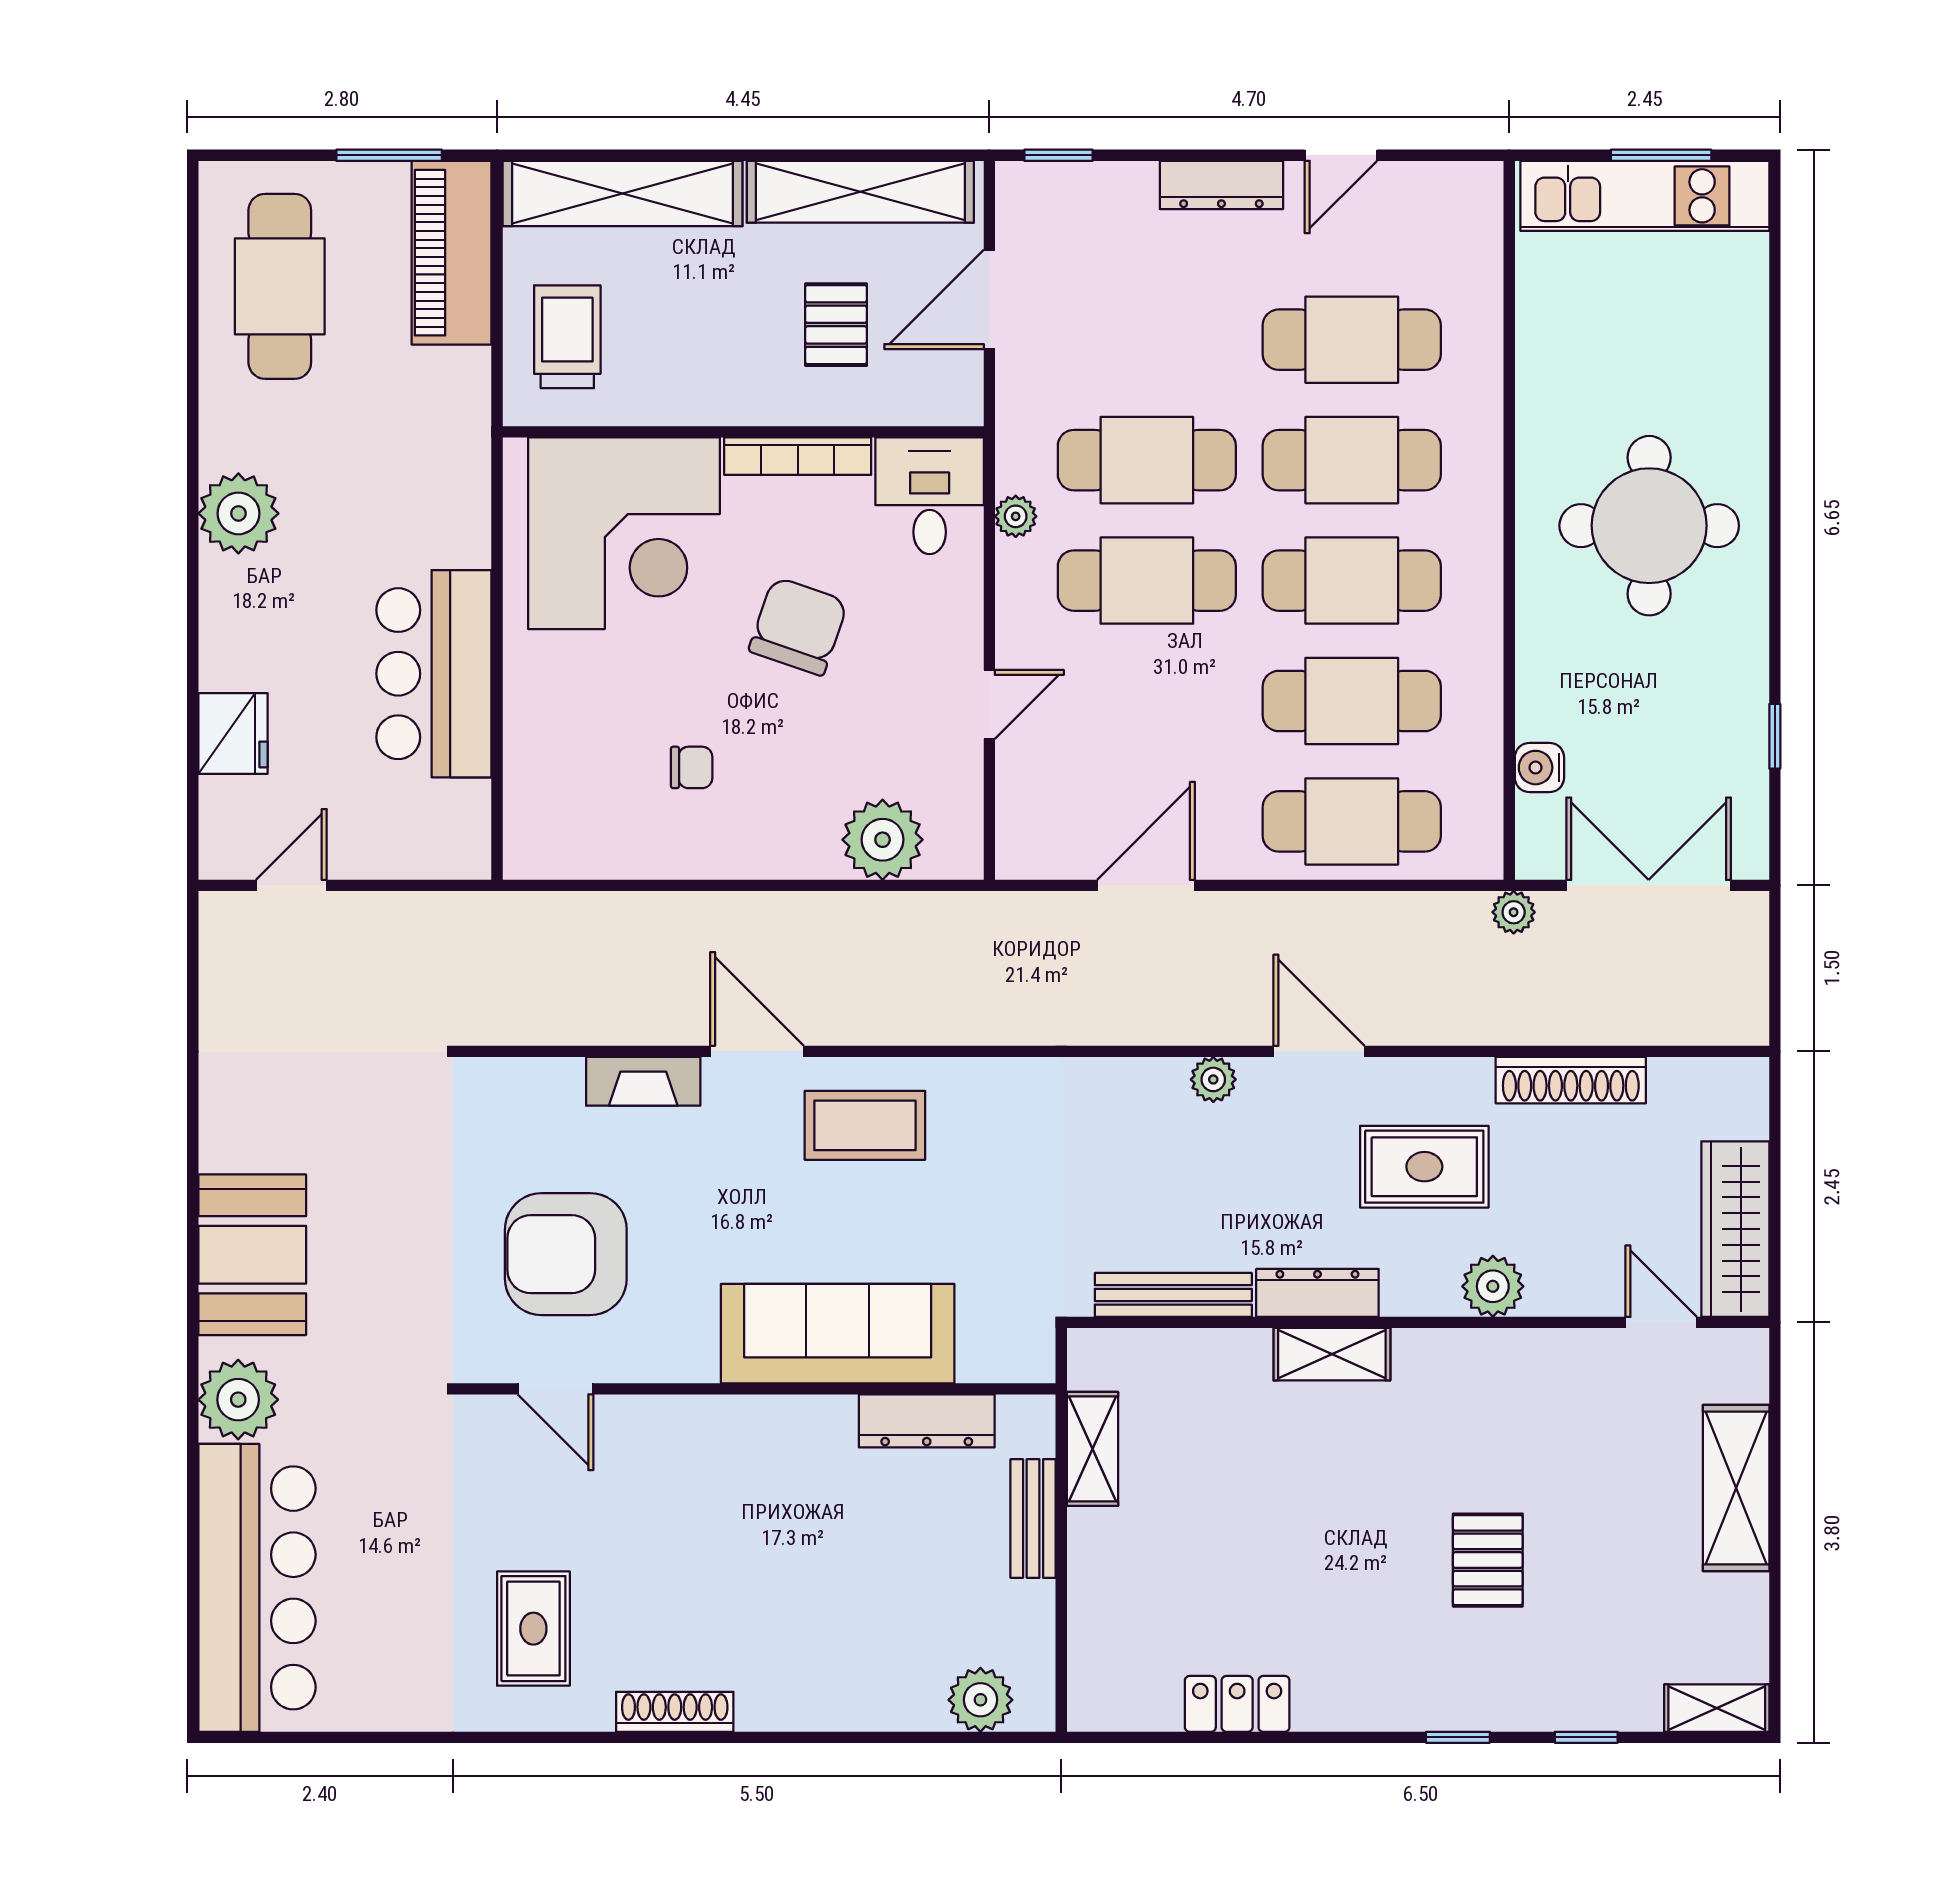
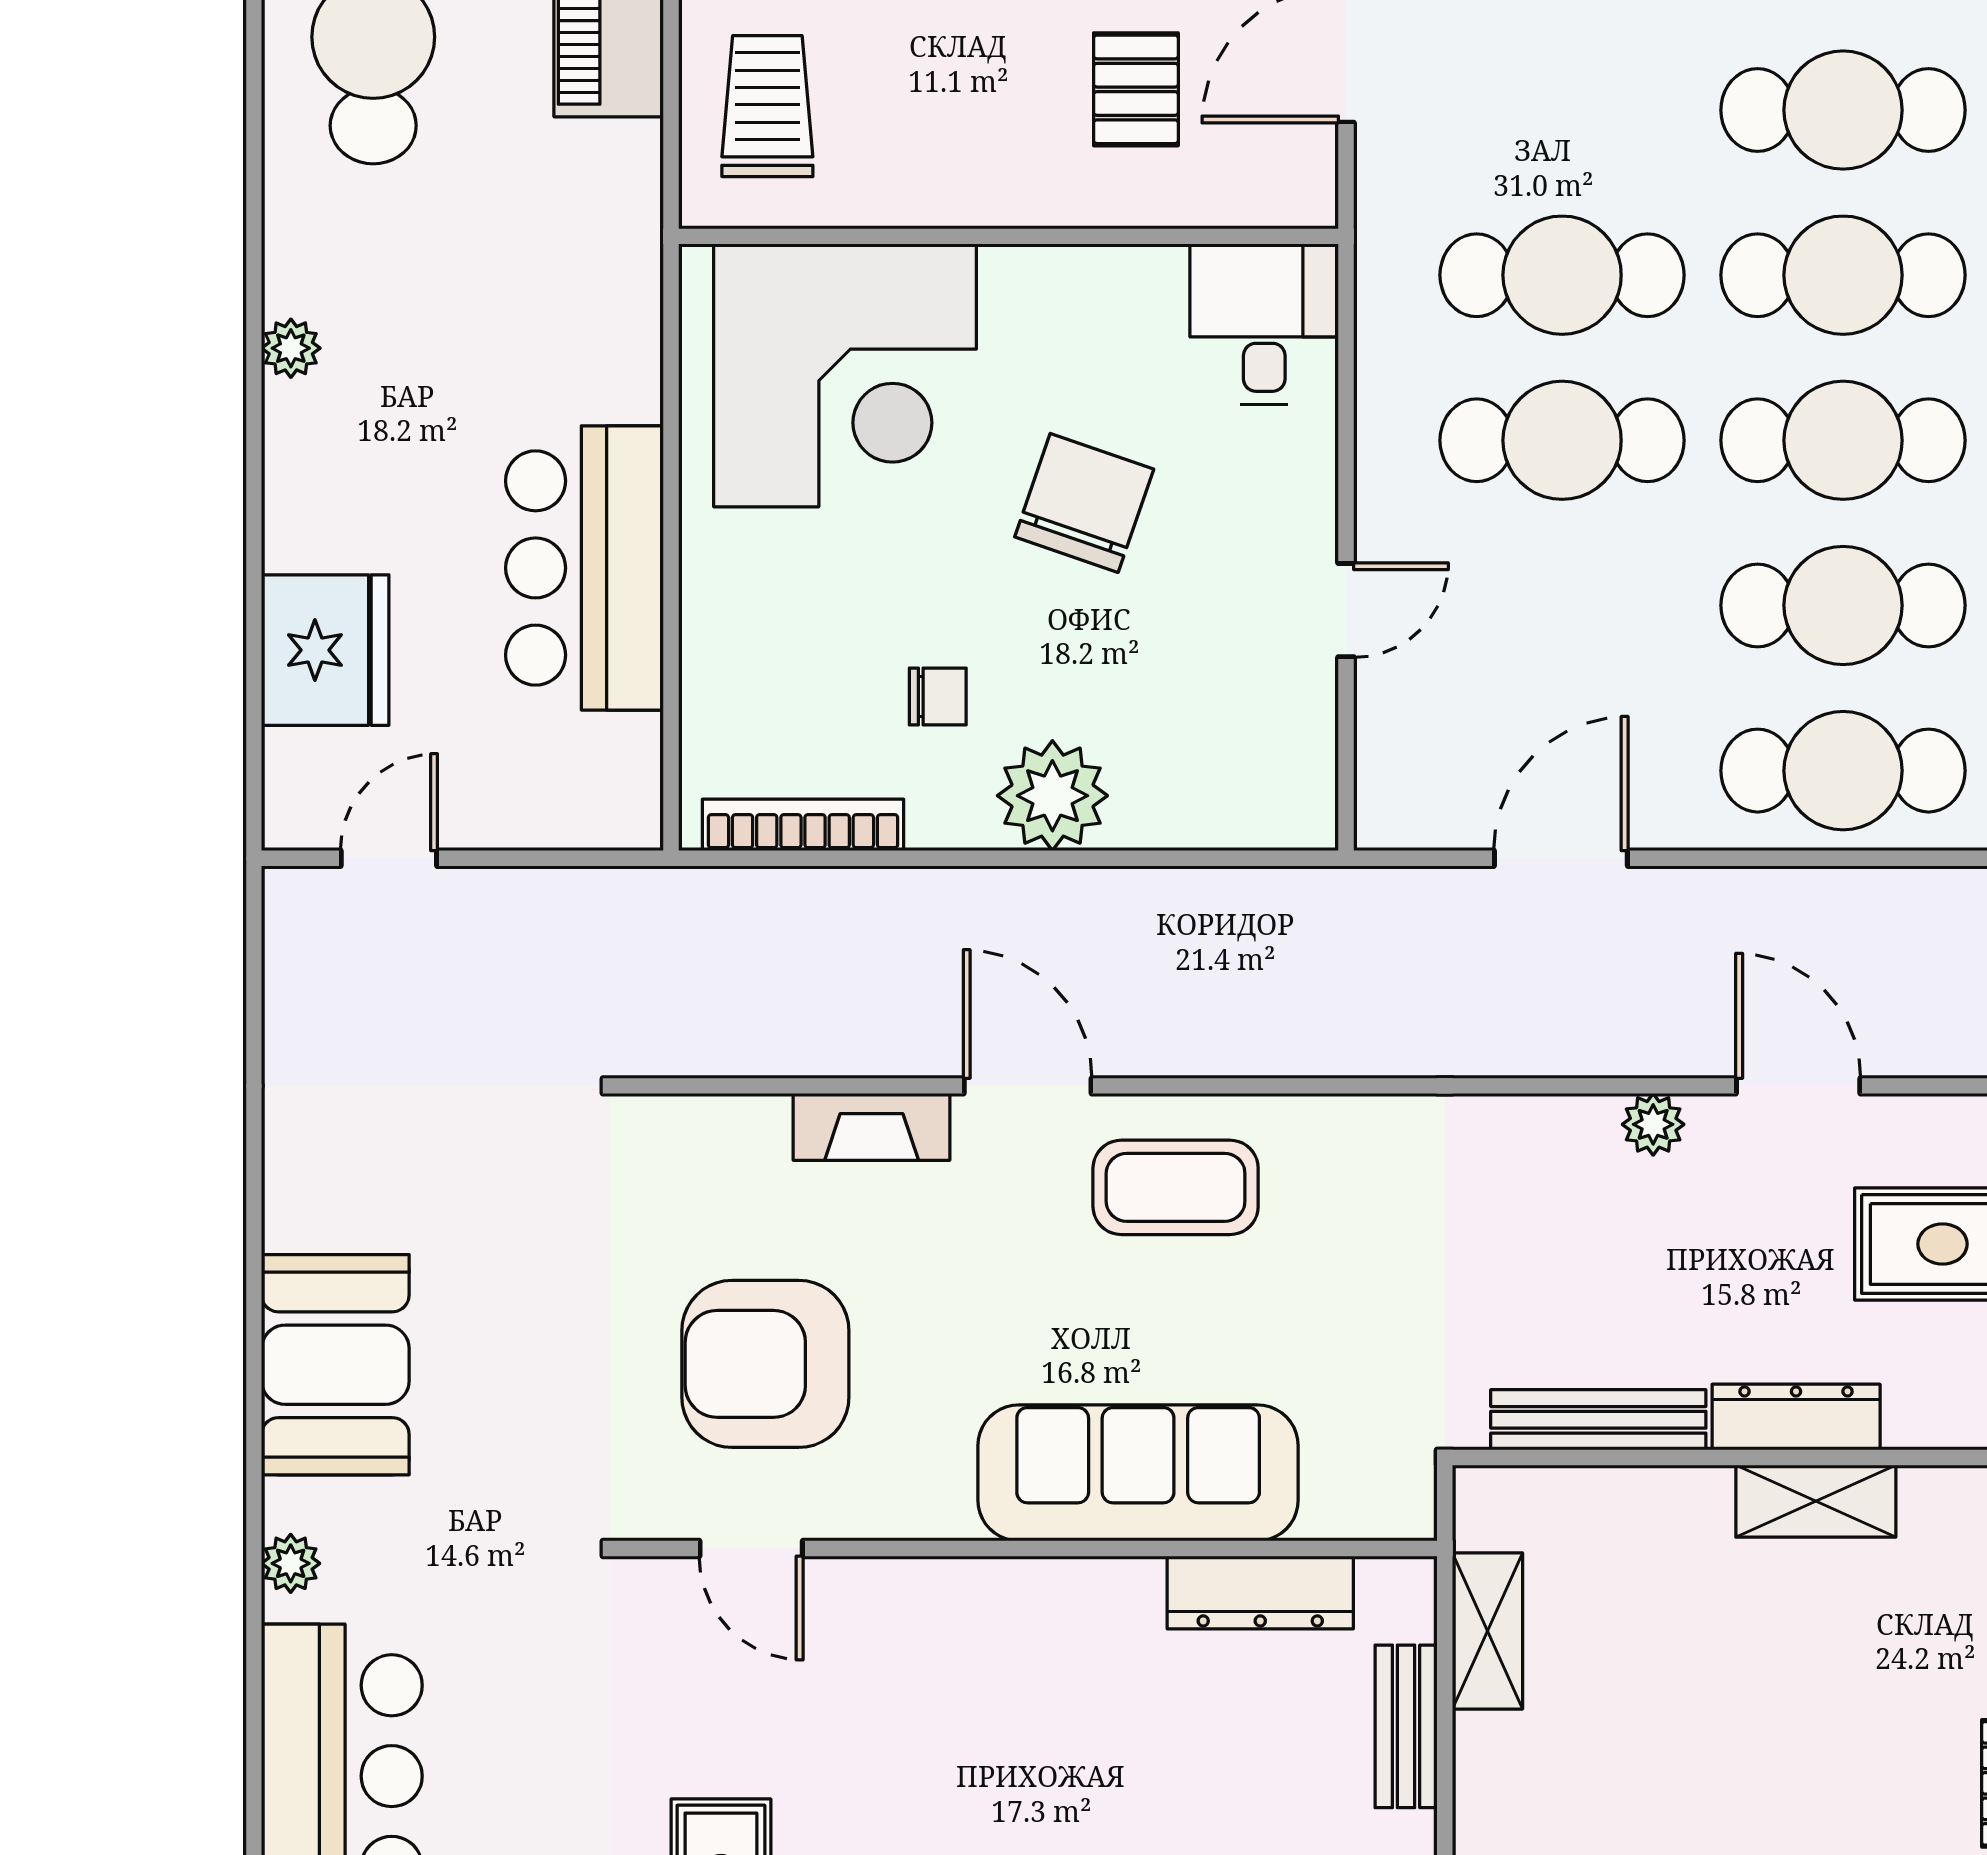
bookcase: (798, 456) -> (803, 825), moved, turned 180
plant: (238, 513) -> (291, 348), width x0.53, depth x0.53
plant: (1016, 516) -> (1382, 352), removed
fridge: (233, 733) -> (325, 650), width x1.36, depth x1.34
plant: (883, 840) -> (1052, 796), moved
plant: (238, 1400) -> (291, 1563), width x0.53, depth x0.53

